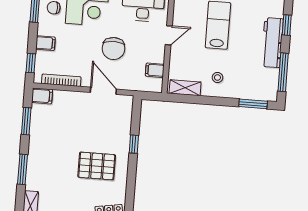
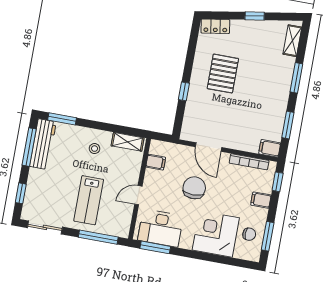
workbench: (272, 43) -> (43, 144), moved
pallet: (97, 166) -> (223, 74), turned 90

